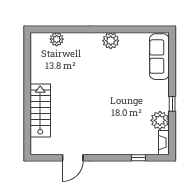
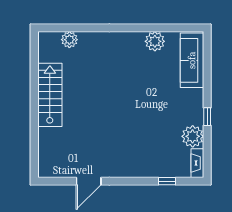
plant: (111, 41) -> (155, 41), moved
stairs: (40, 110) -> (50, 95), moved

